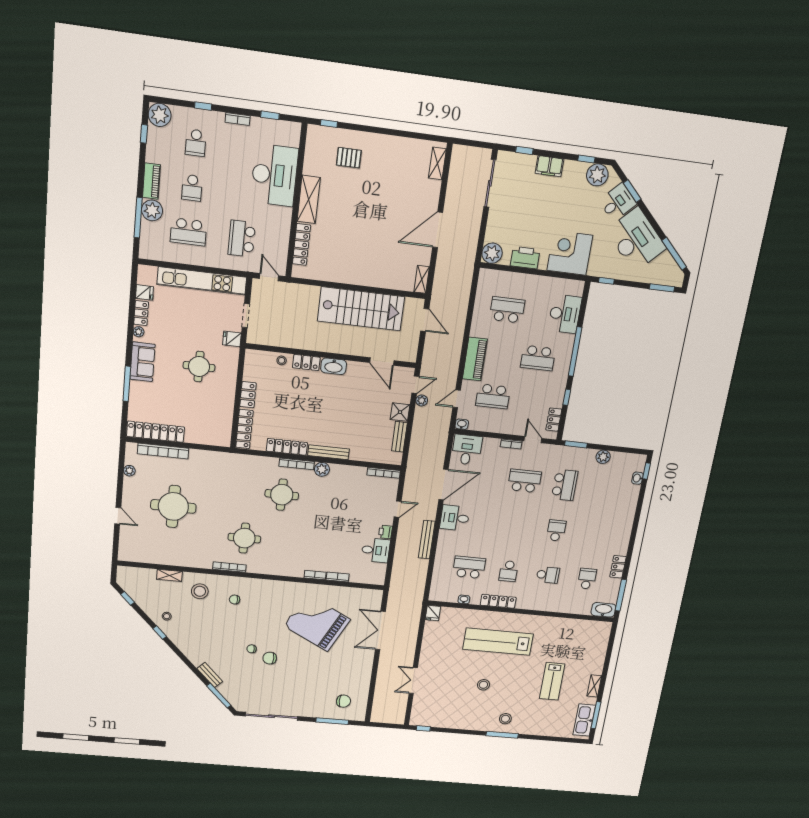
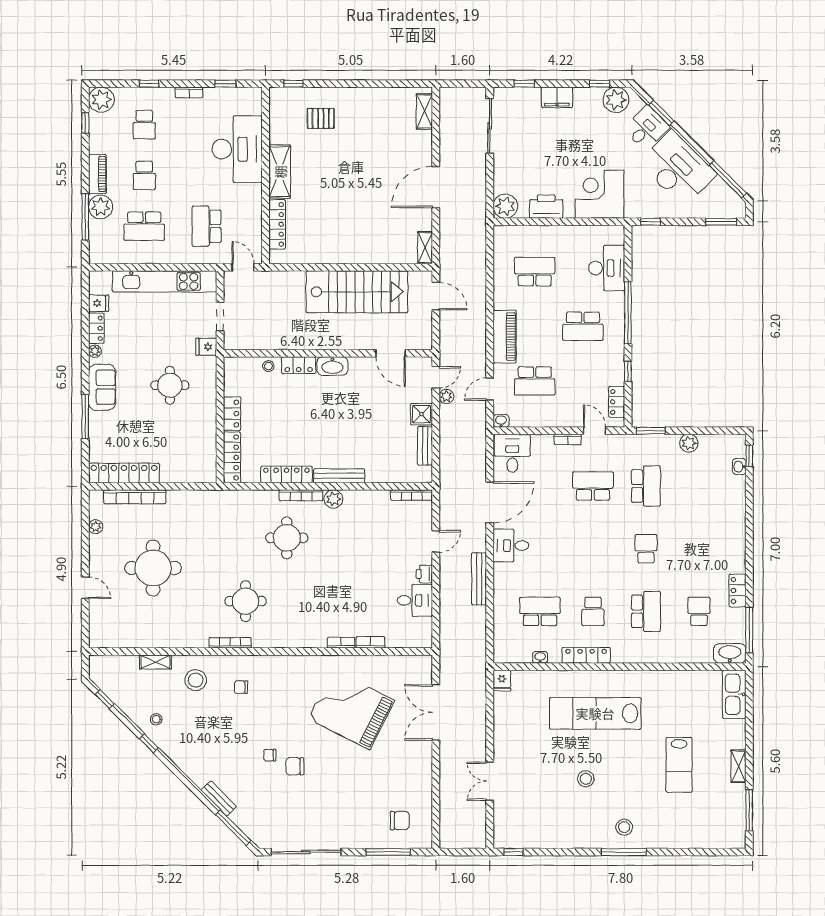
school desk: (548, 575) -> (646, 611), width x1.85
kitchen sink: (584, 720) -> (734, 694), moved

